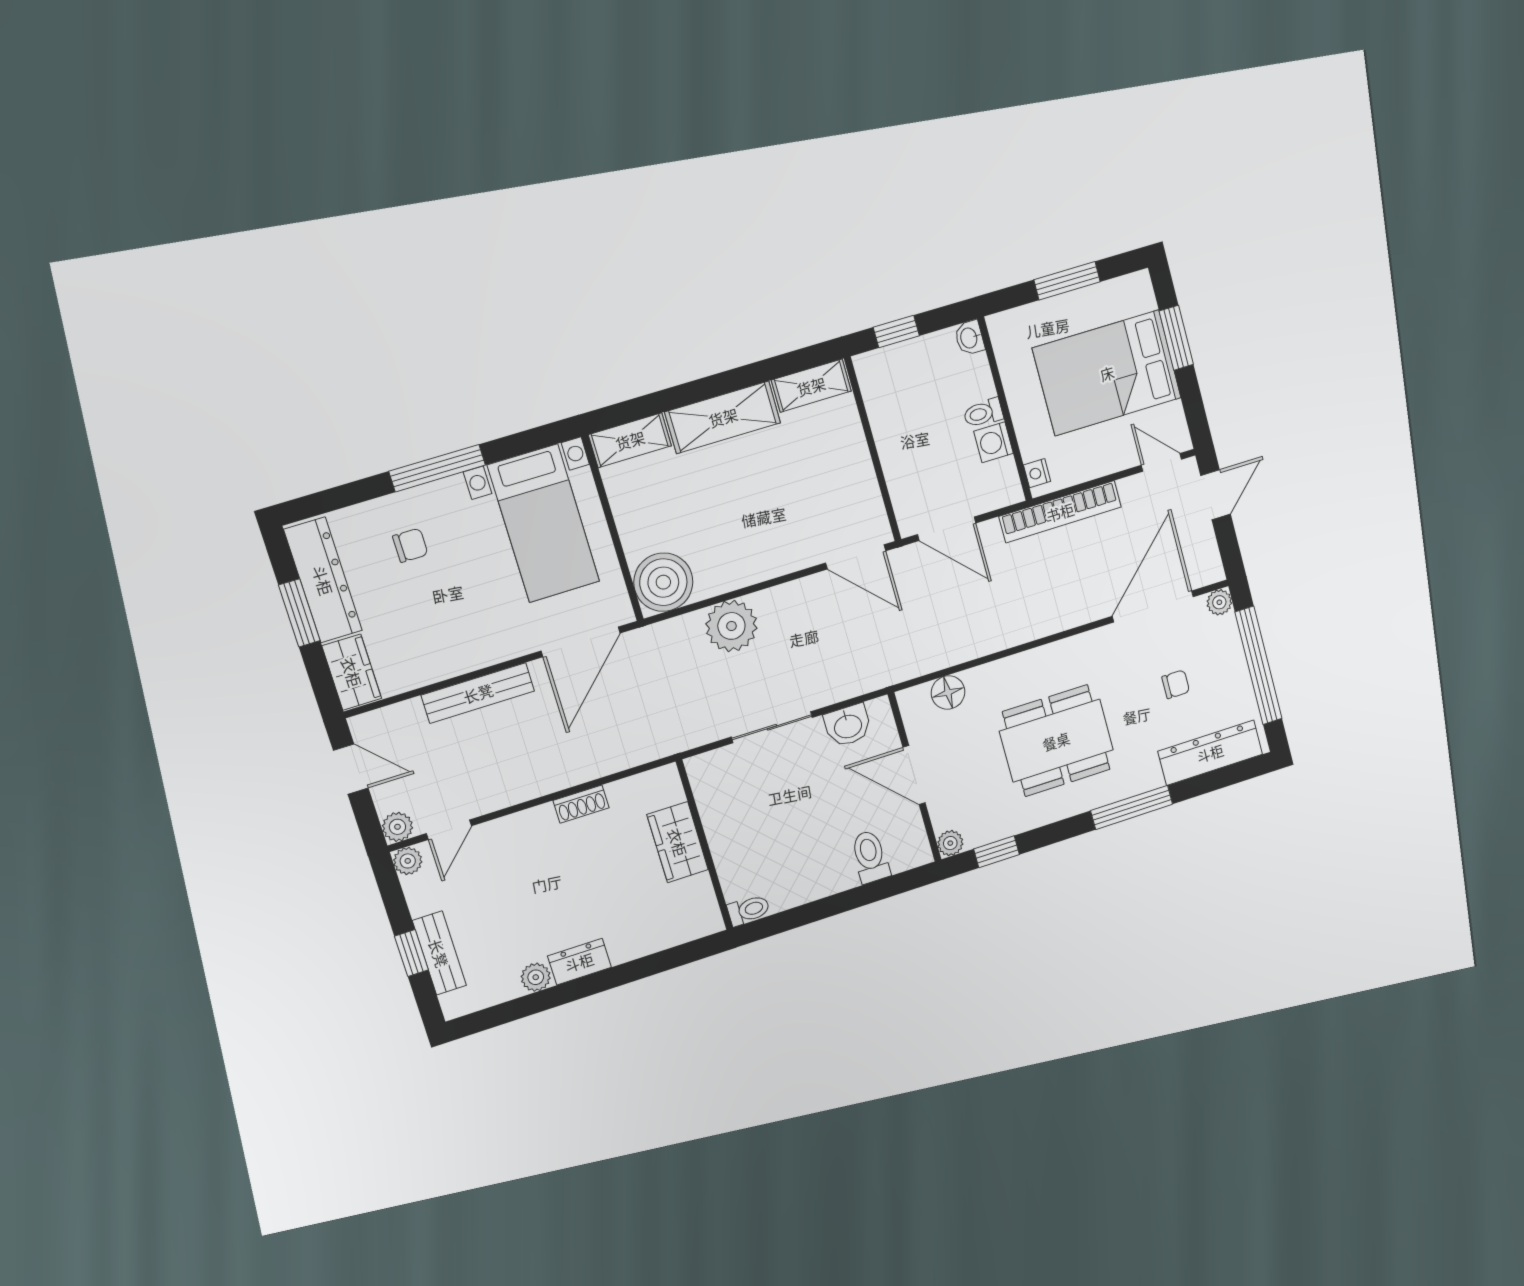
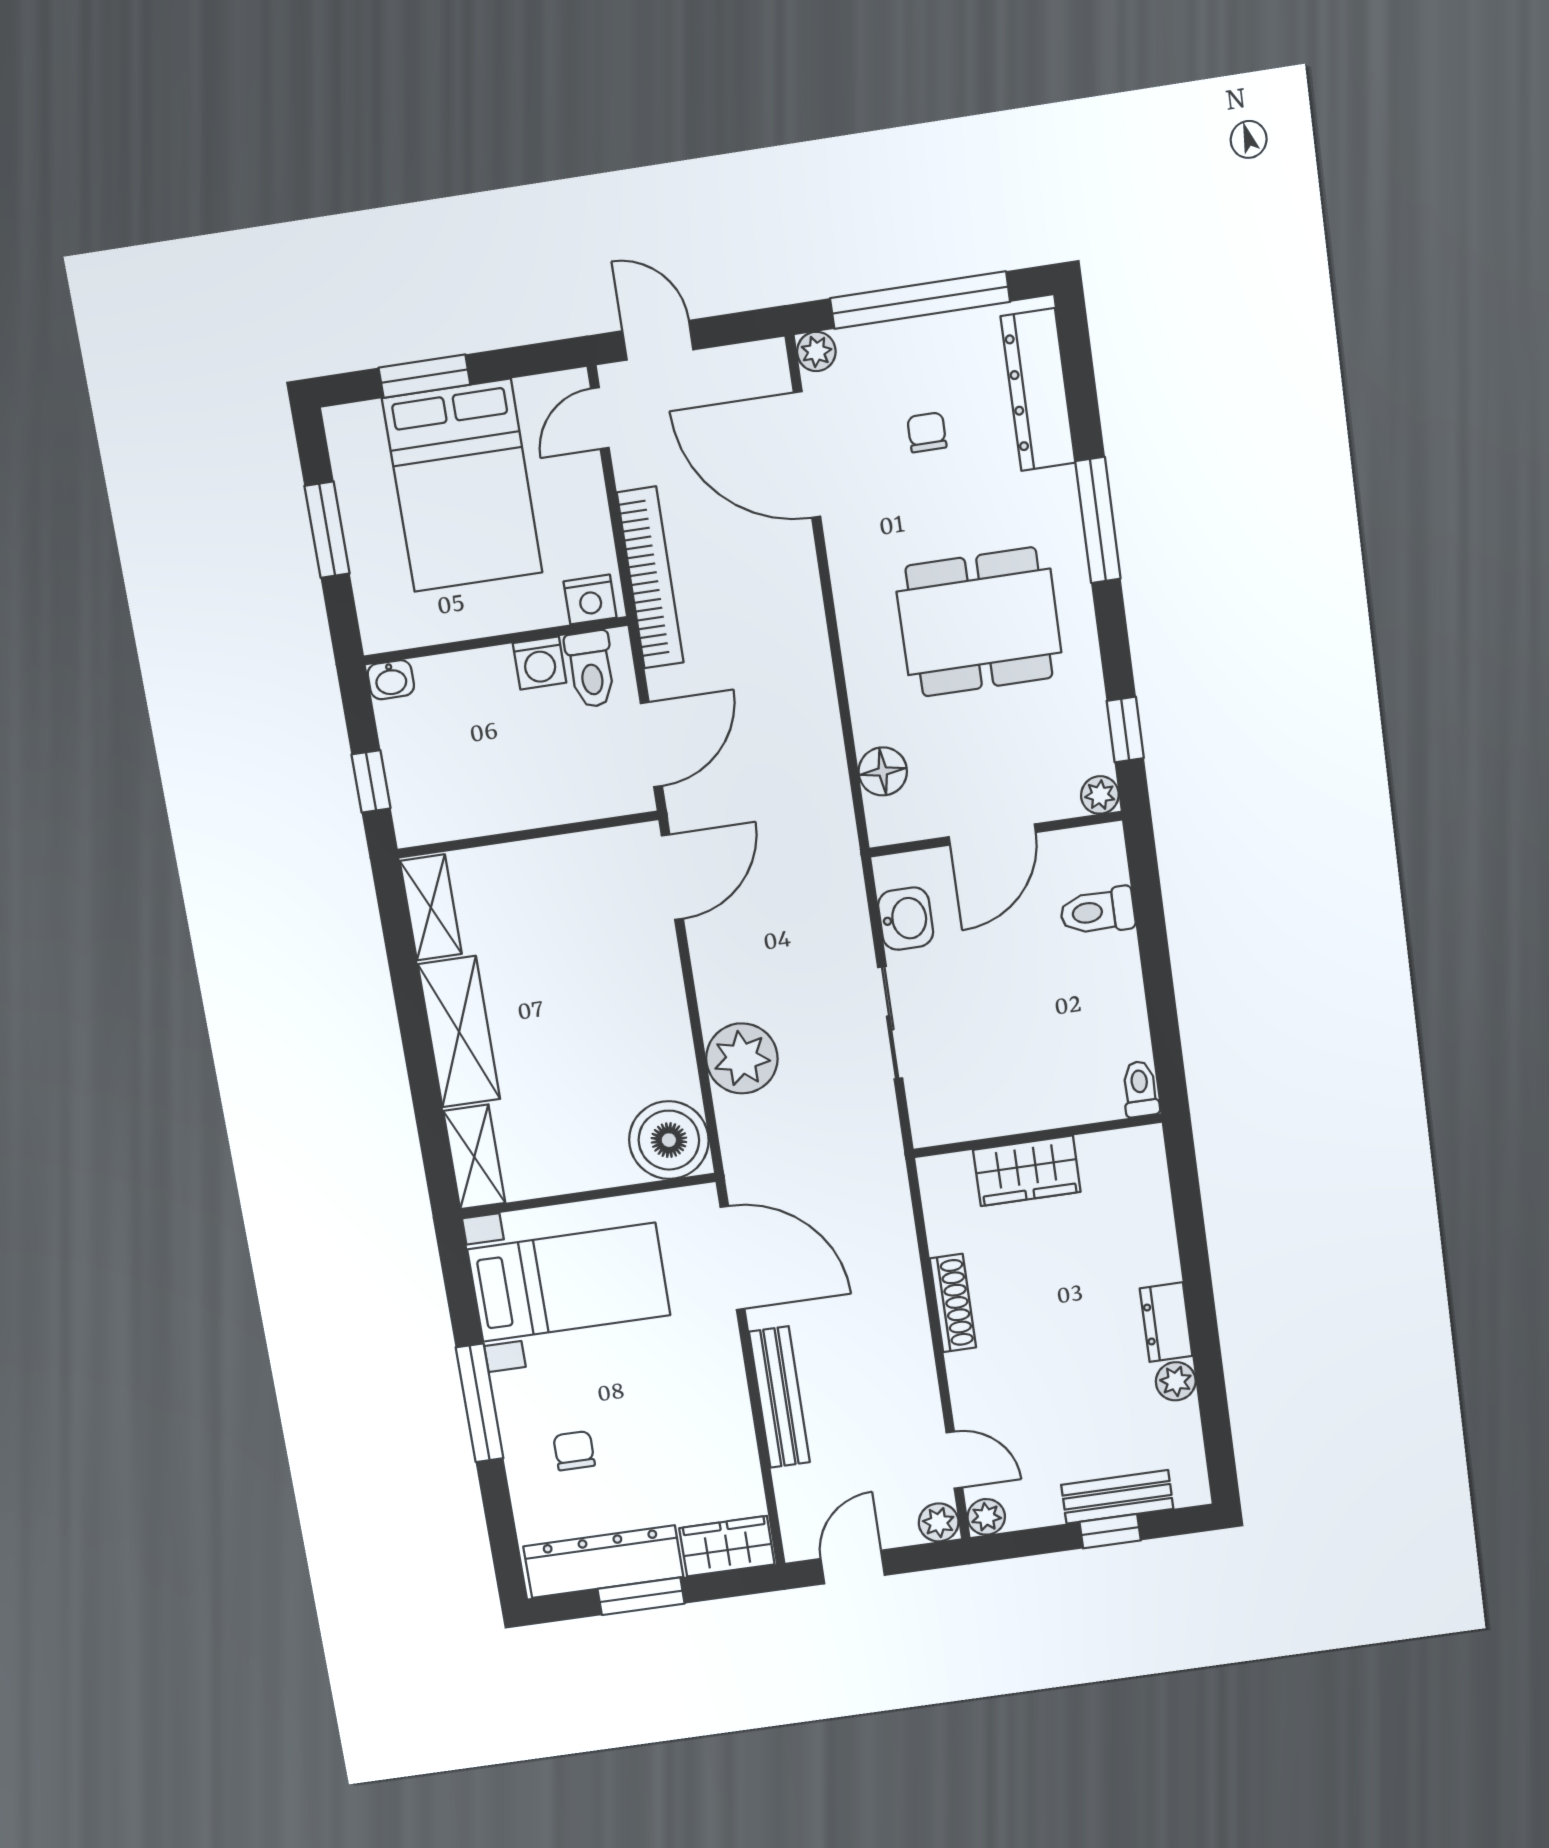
toilet: (983, 413) -> (591, 669), moved, width x1.37, depth x1.39
nightstand: (1037, 473) -> (590, 599), width x1.39, depth x1.35
dining table: (1056, 741) -> (979, 622), turned 90
shoe rack: (581, 804) -> (953, 1303), width x1.43

